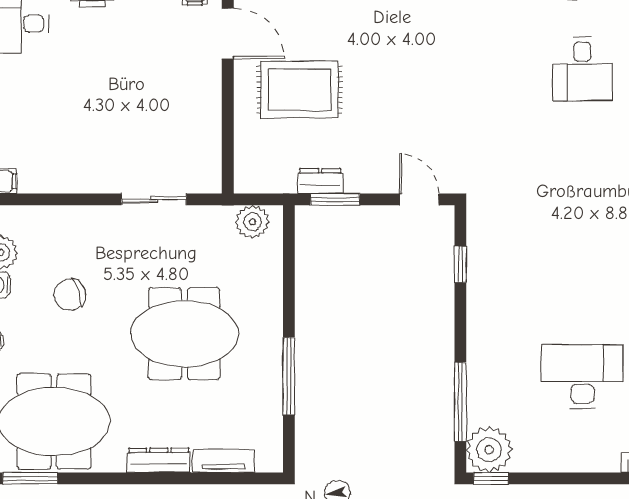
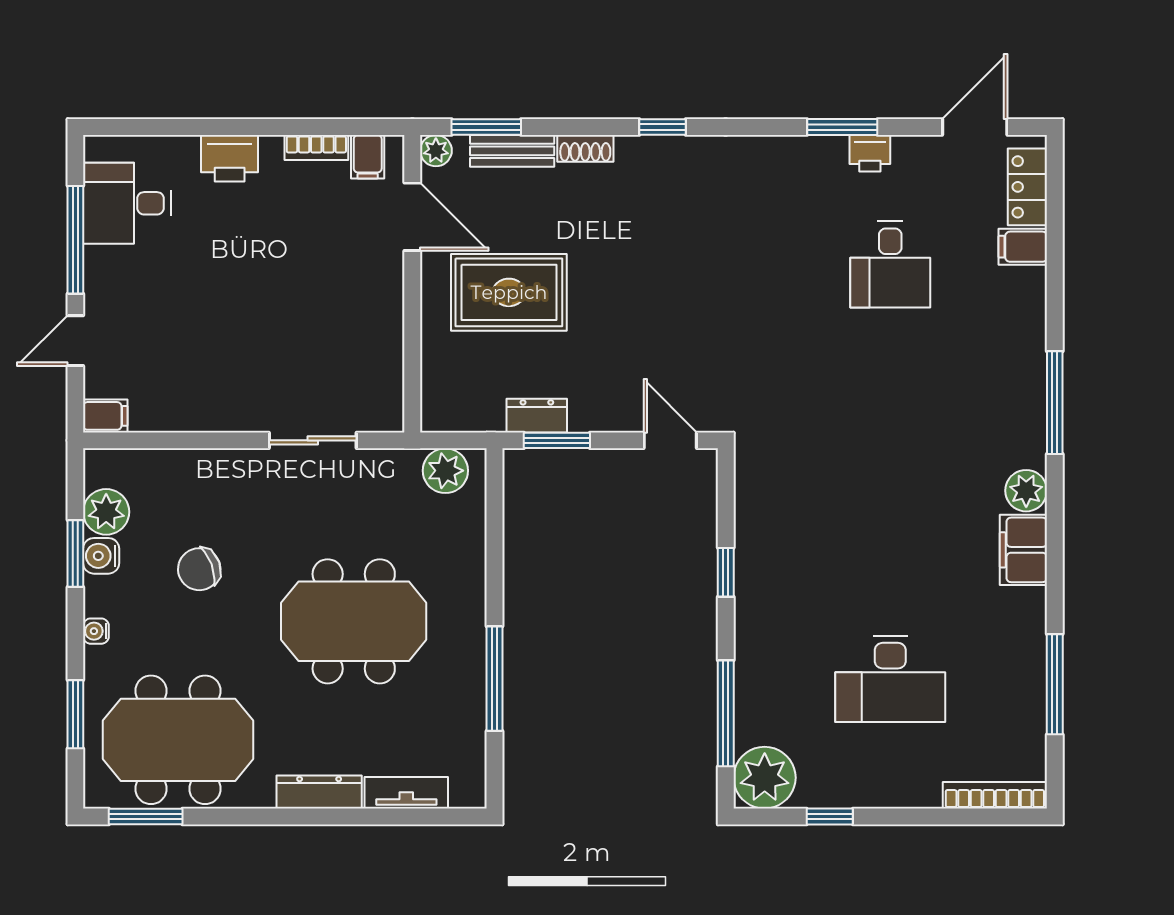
window: (460, 264) -> (726, 572), moved
desk: (582, 376) -> (890, 679), turned 180
window: (491, 478) -> (830, 816), moved

